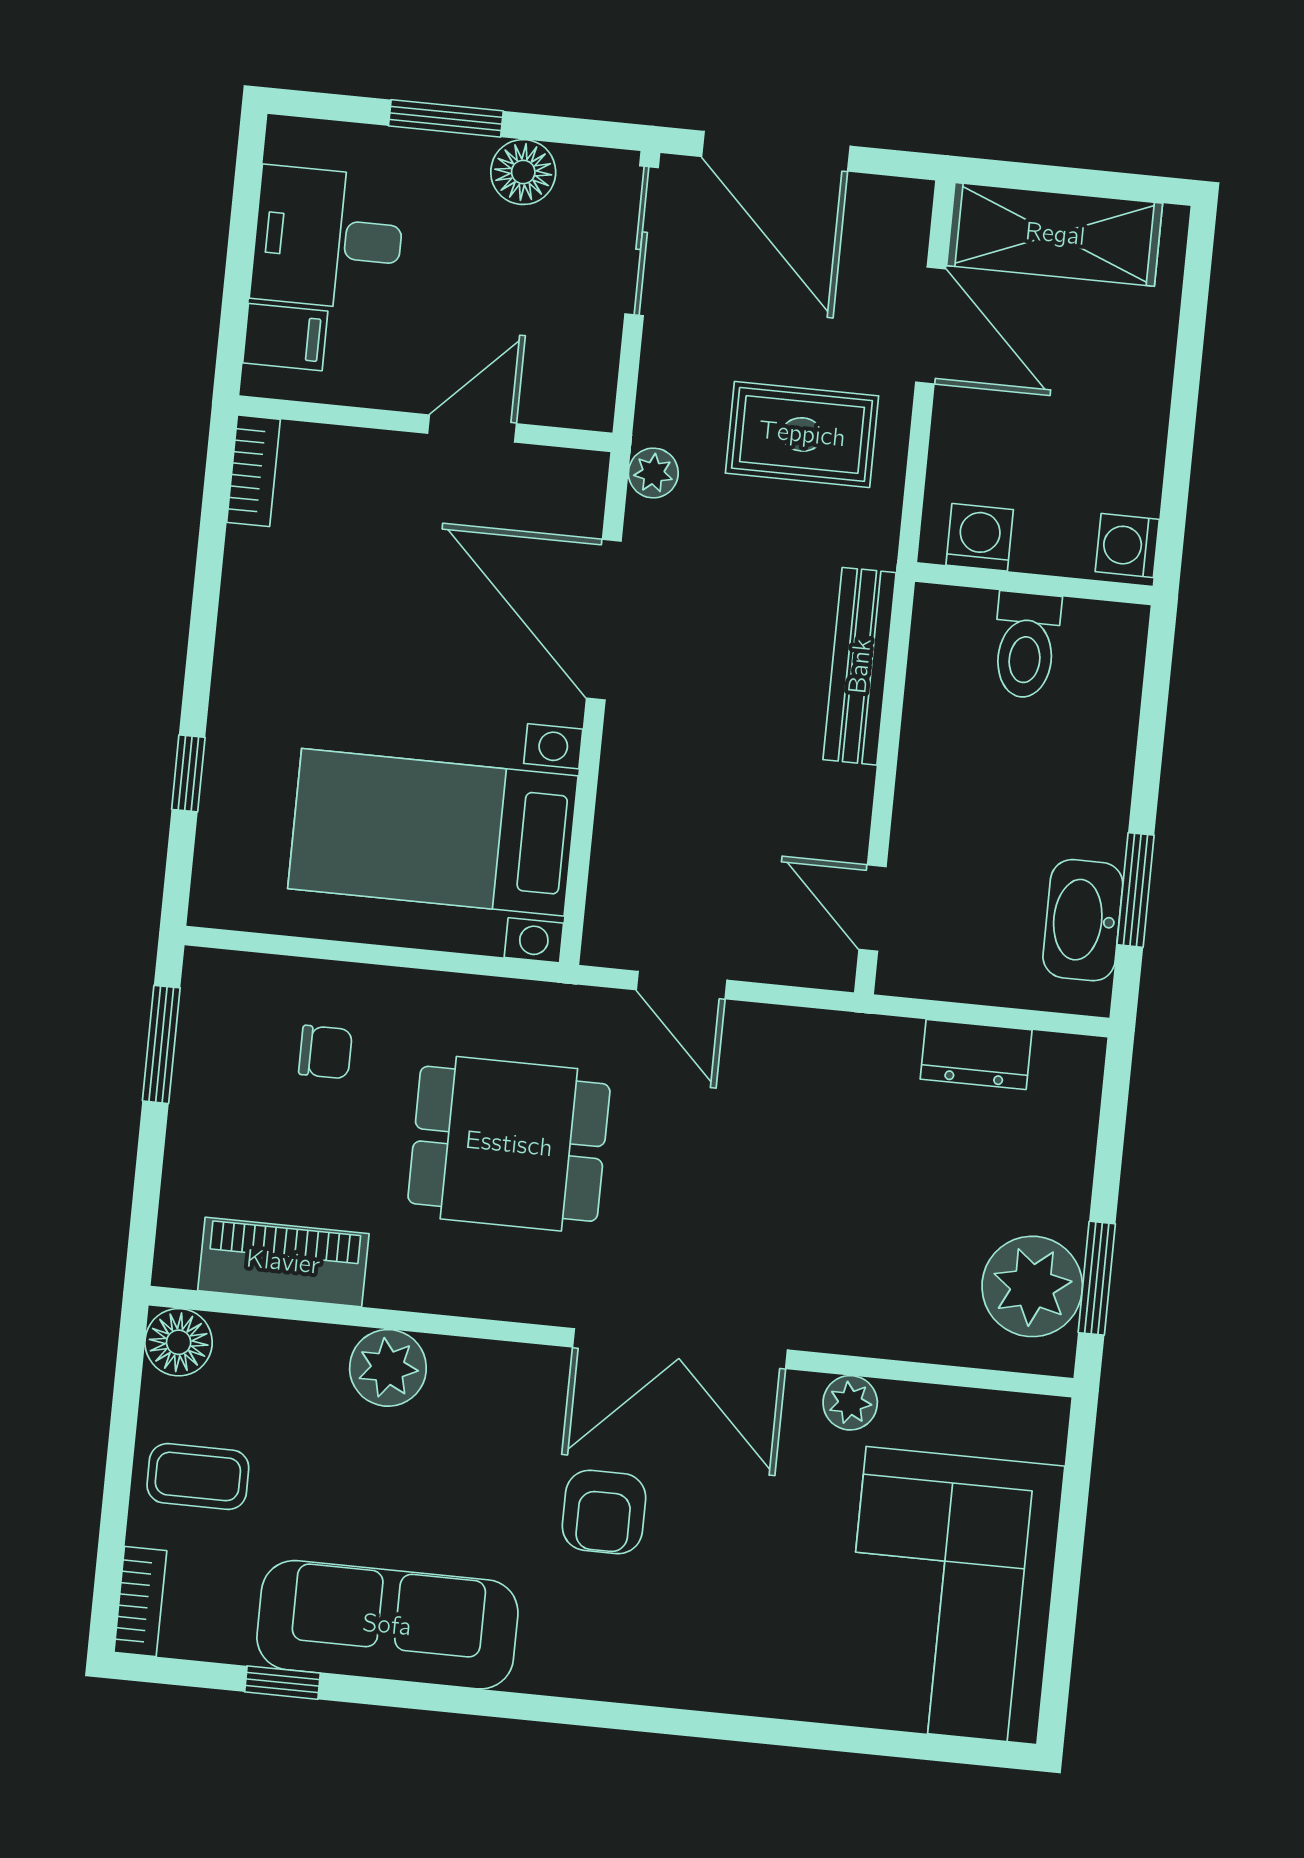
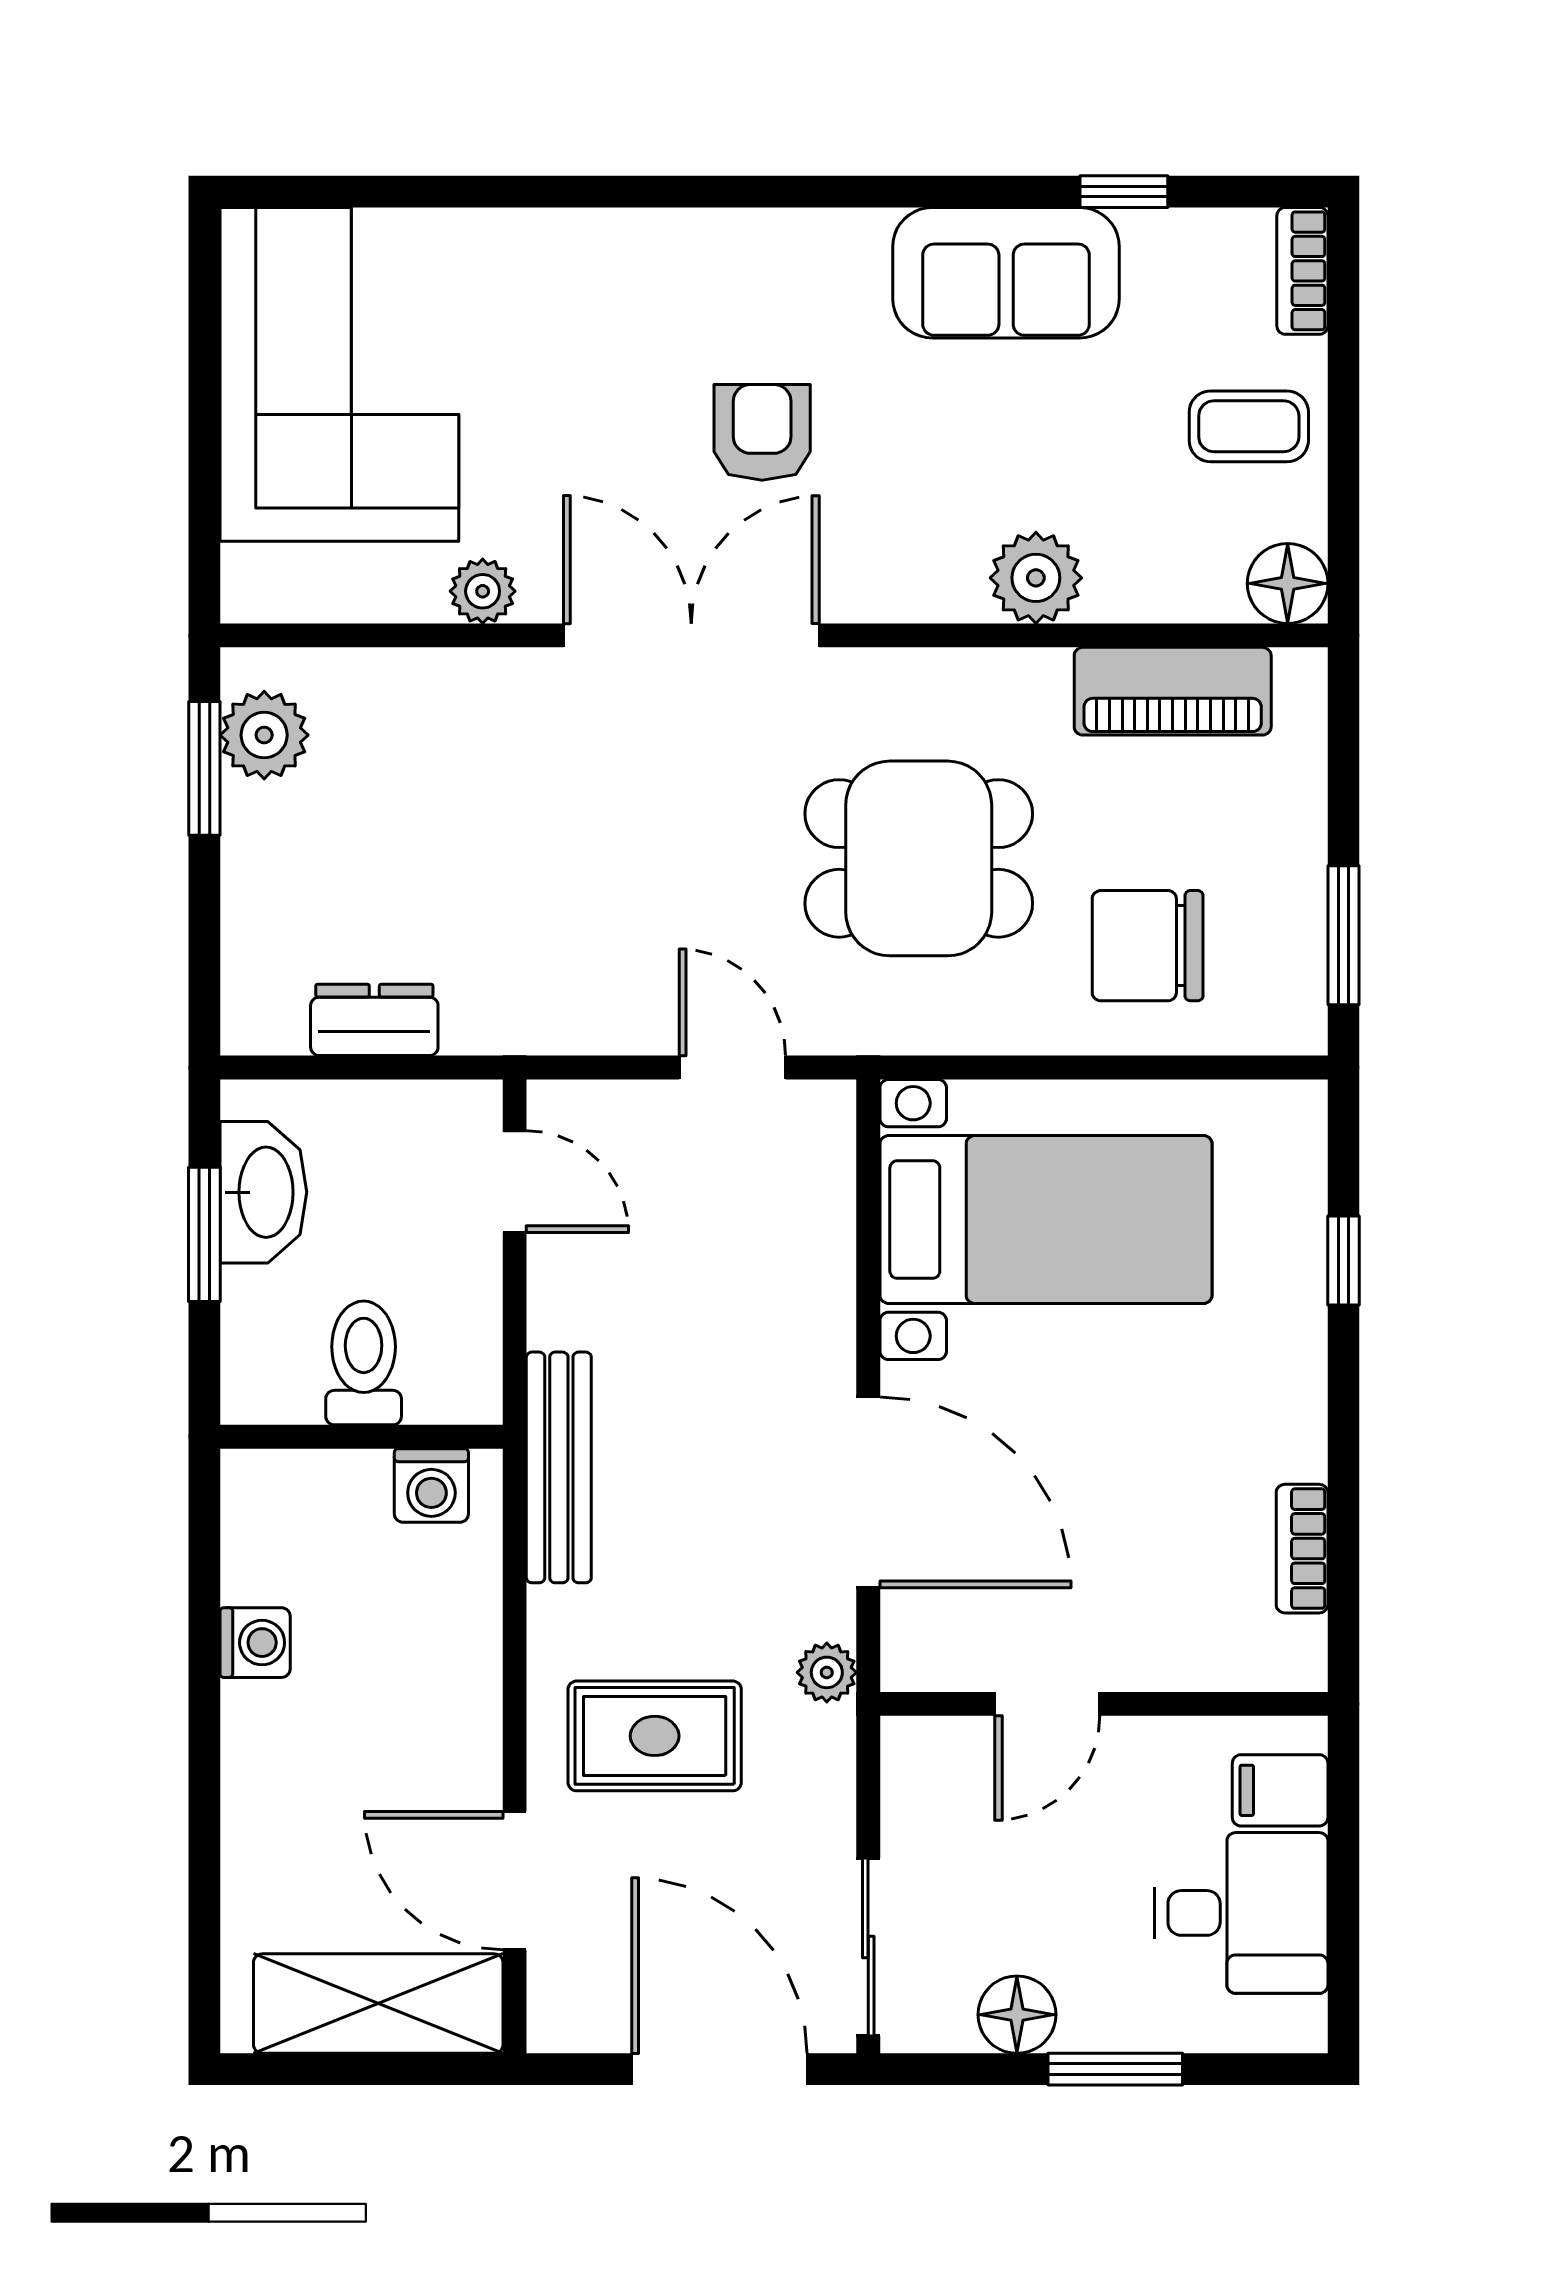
bookcase: (253, 471) -> (1302, 1549), moved
washing machine: (980, 537) -> (431, 1485), moved
wall: (1034, 584) -> (362, 1437), moved
toilet: (1026, 645) -> (364, 1363), moved
chair: (325, 1052) -> (1148, 946), width x1.87, depth x1.87
plant: (1032, 1286) -> (264, 735), width x0.73, depth x0.73
sofa: (387, 1625) -> (1006, 273), width x0.73

